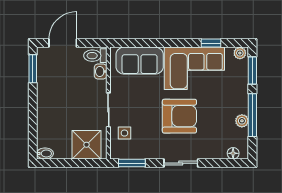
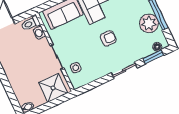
armchair: (179, 116) -> (108, 38), width x0.53, depth x0.53
plant: (242, 121) -> (149, 23), width x1.88, depth x1.88
window: (132, 163) -> (153, 57), moved

